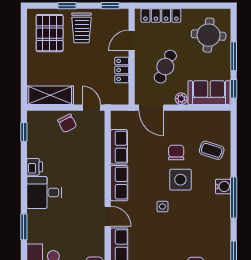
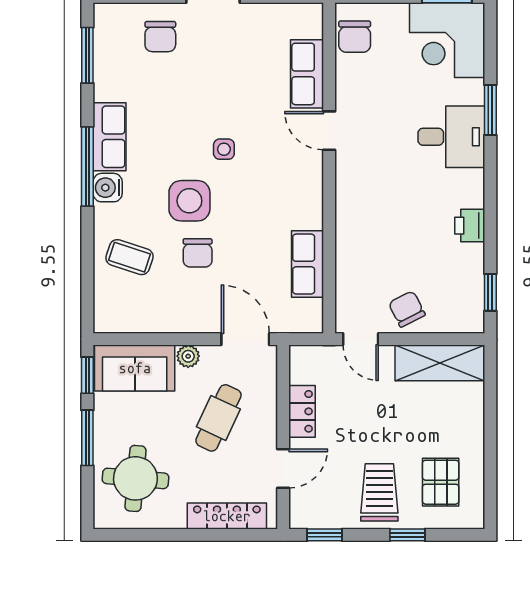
pallet: (50, 33) -> (441, 482), width x0.67, depth x0.71
row of seats: (119, 183) -> (110, 137), moved, turned 180
desk: (44, 193) -> (451, 137), moved

